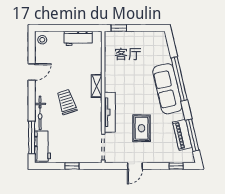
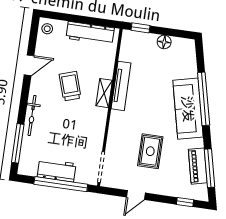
floor lamp: (140, 37) -> (164, 42), added
workbench: (78, 38) -> (90, 33), width x1.38
trolley: (67, 102) -> (70, 86), moved
tv unit: (110, 112) -> (121, 86), moved
workbench: (43, 146) -> (57, 170), moved, turned -90
window: (72, 166) -> (61, 184), width x3.17

